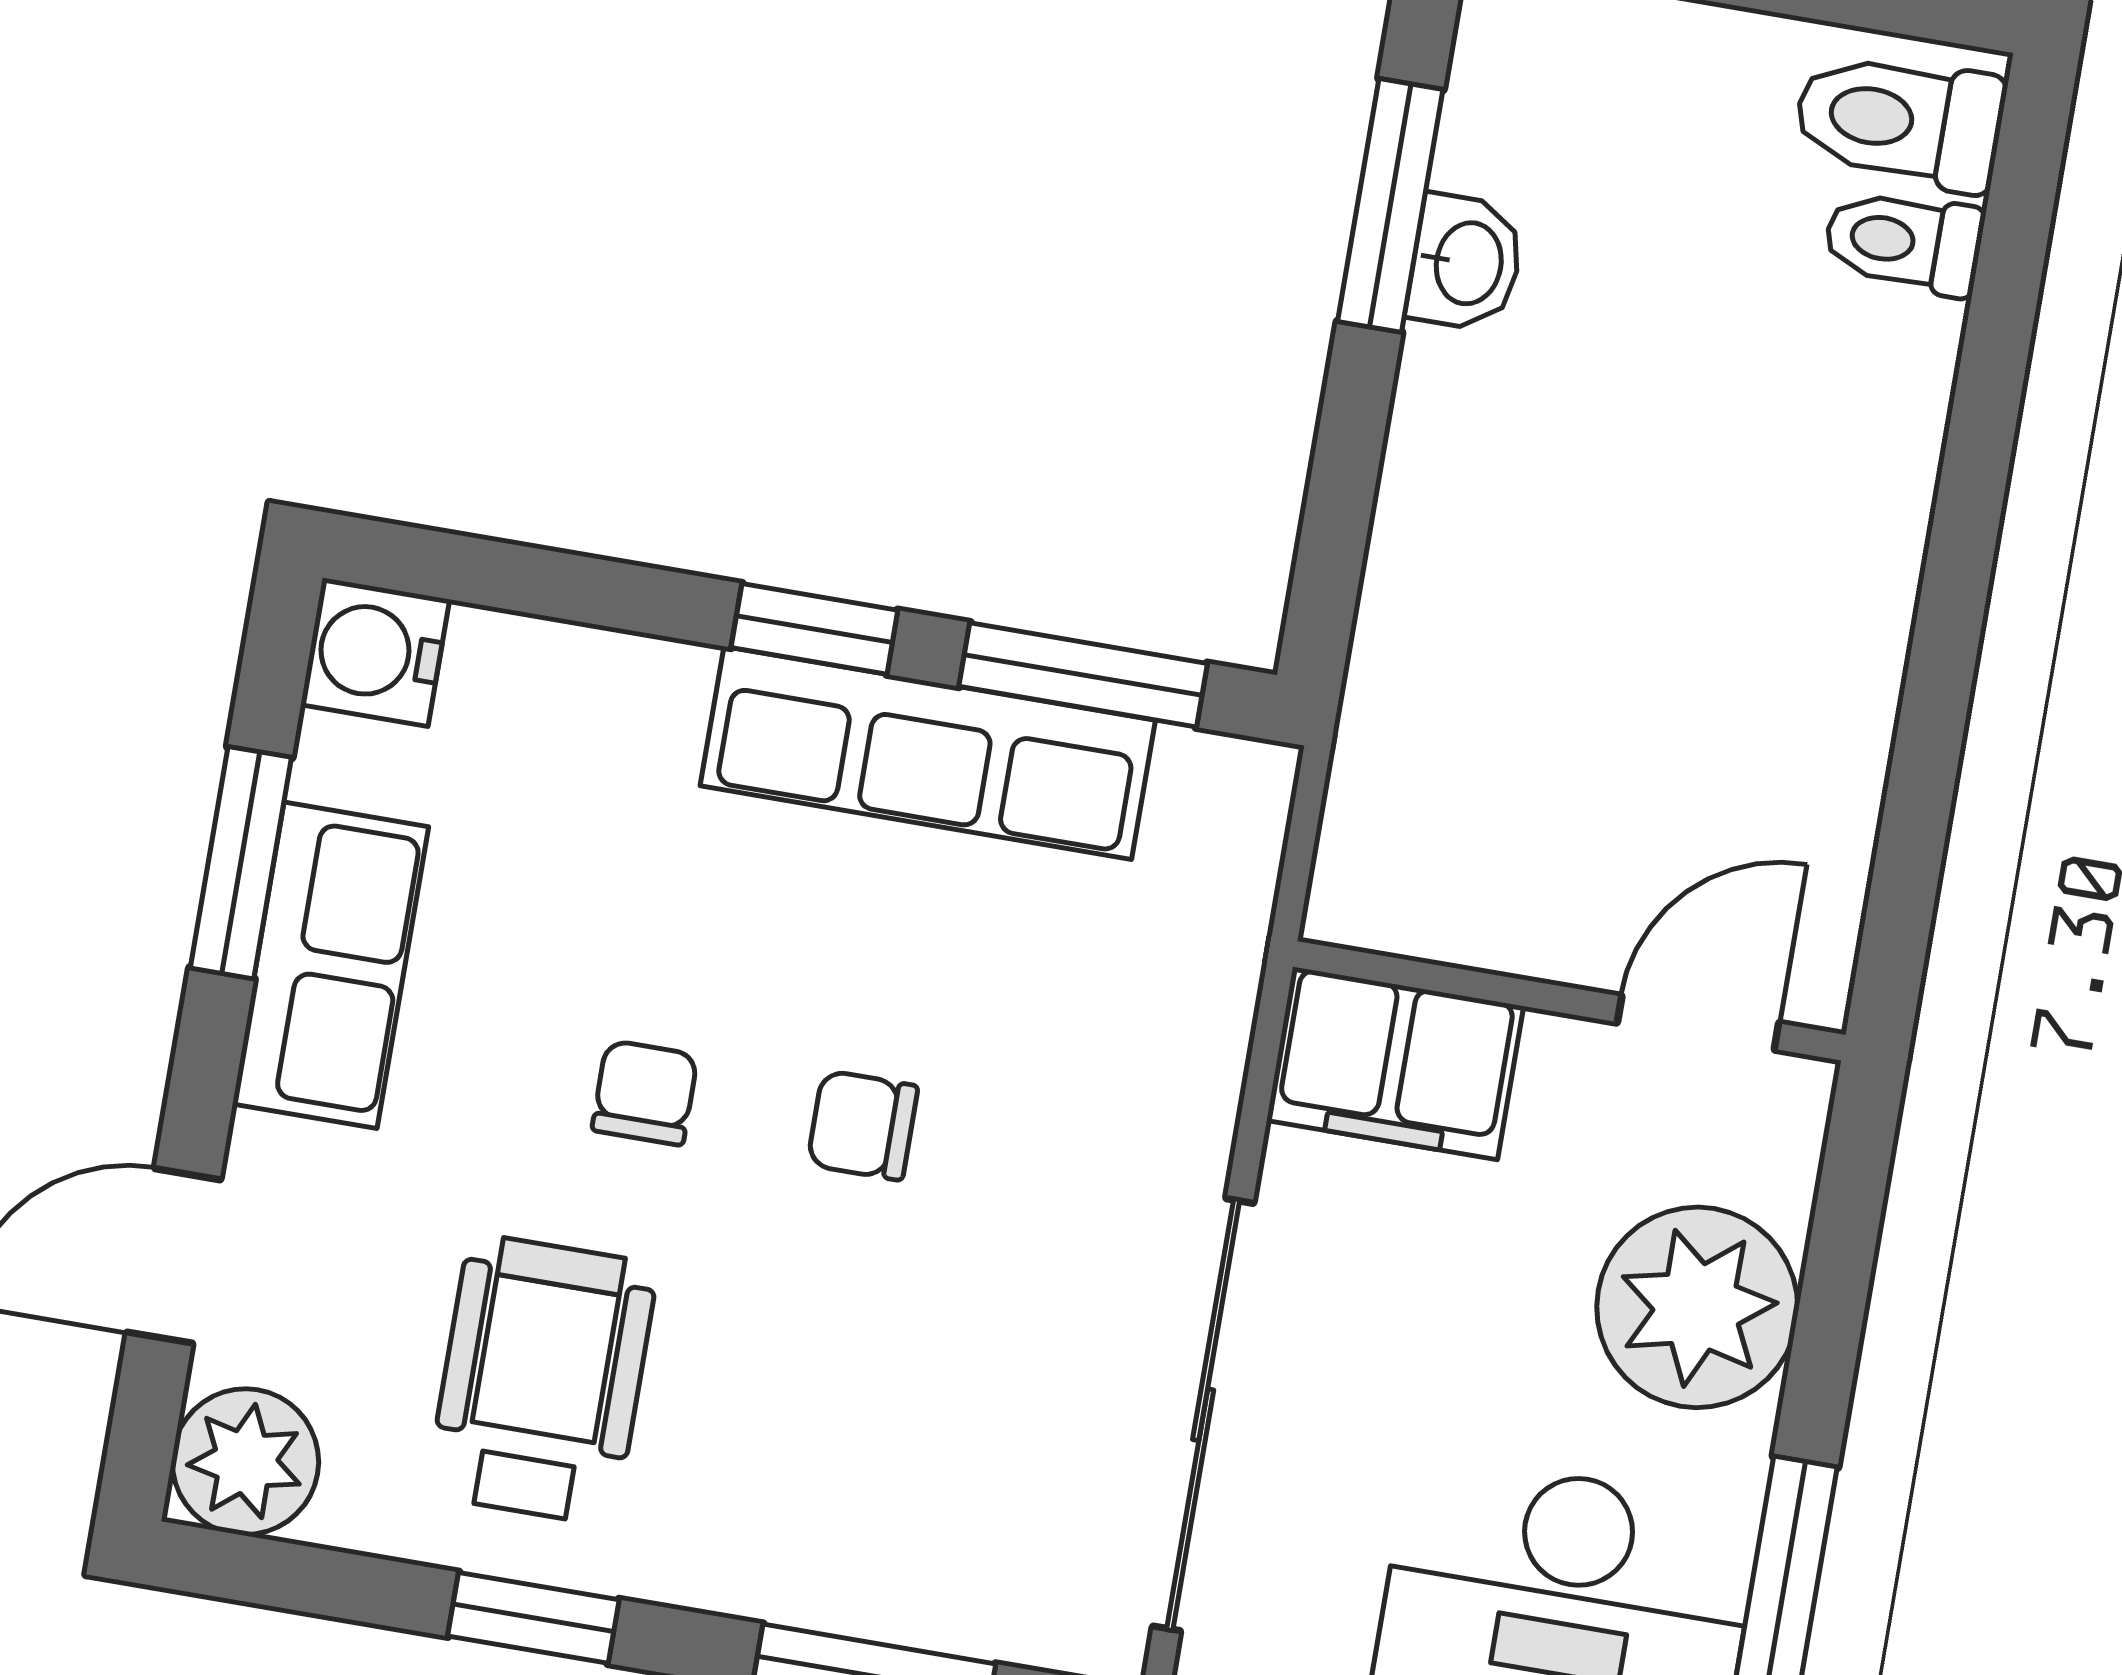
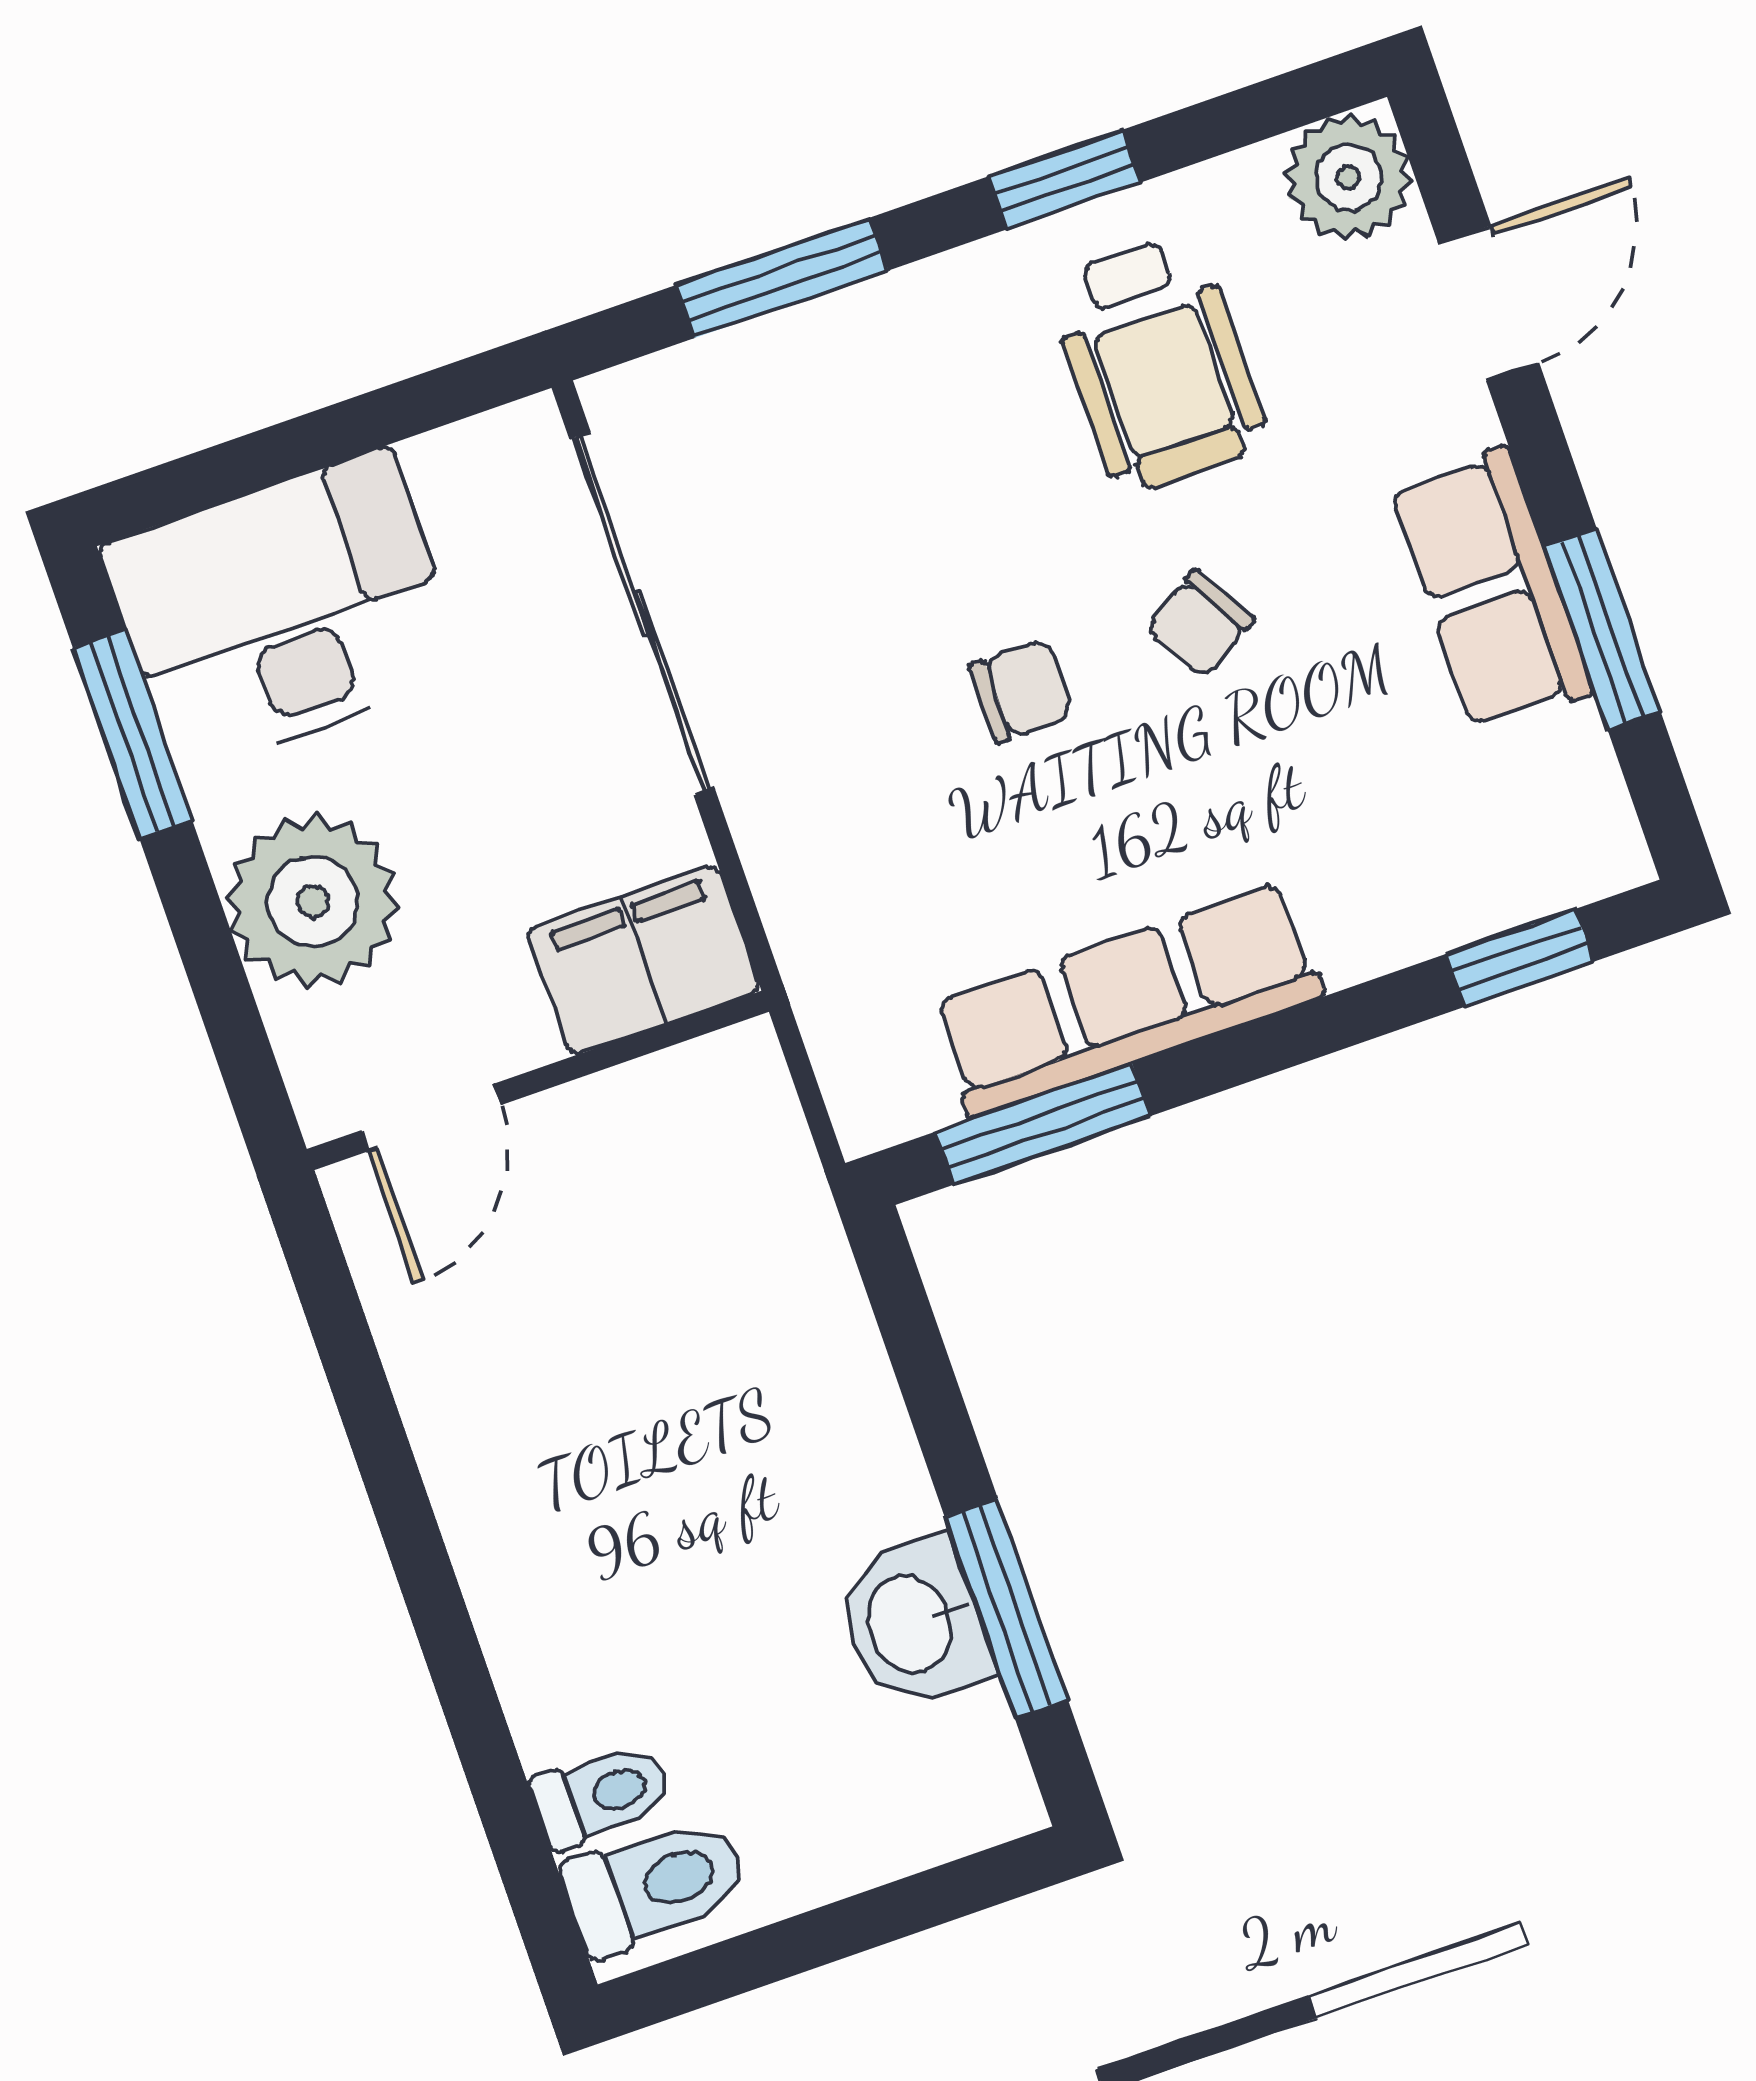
washbasin: (1466, 263) -> (913, 1623), width x1.38, depth x1.45
window: (814, 629) -> (1520, 958), moved
water cooler: (375, 652) -> (1589, 845), removed
chair: (645, 1093) -> (1200, 624), turned 59

